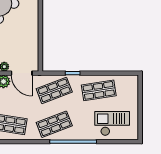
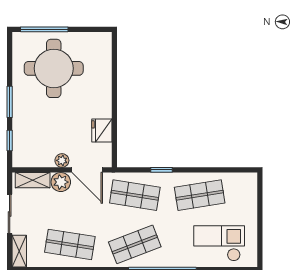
fridge: (32, 46) -> (102, 130), added
shop shelf: (54, 90) -> (135, 195), turned 30

